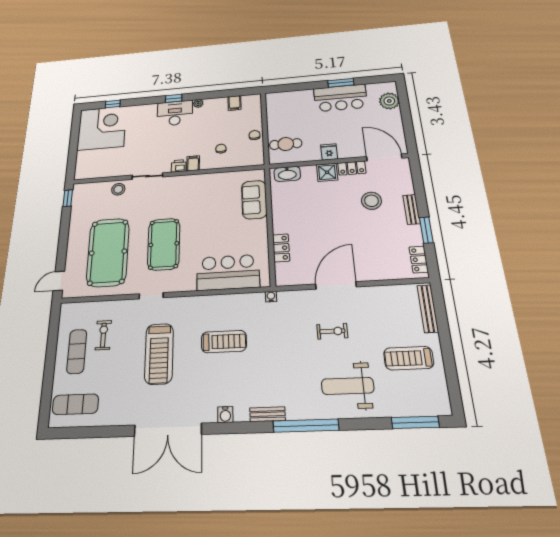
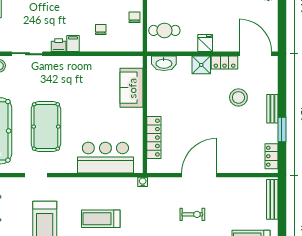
locker: (281, 248) -> (154, 138), width x1.53
treadmill: (224, 342) -> (101, 219), turned 180

